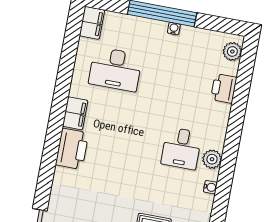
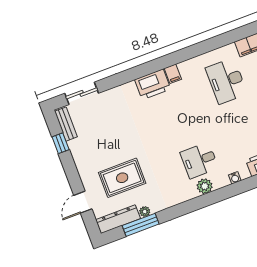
filing cabinet: (75, 113) -> (173, 74), width x0.50
water cooler: (210, 187) -> (235, 178), moved

